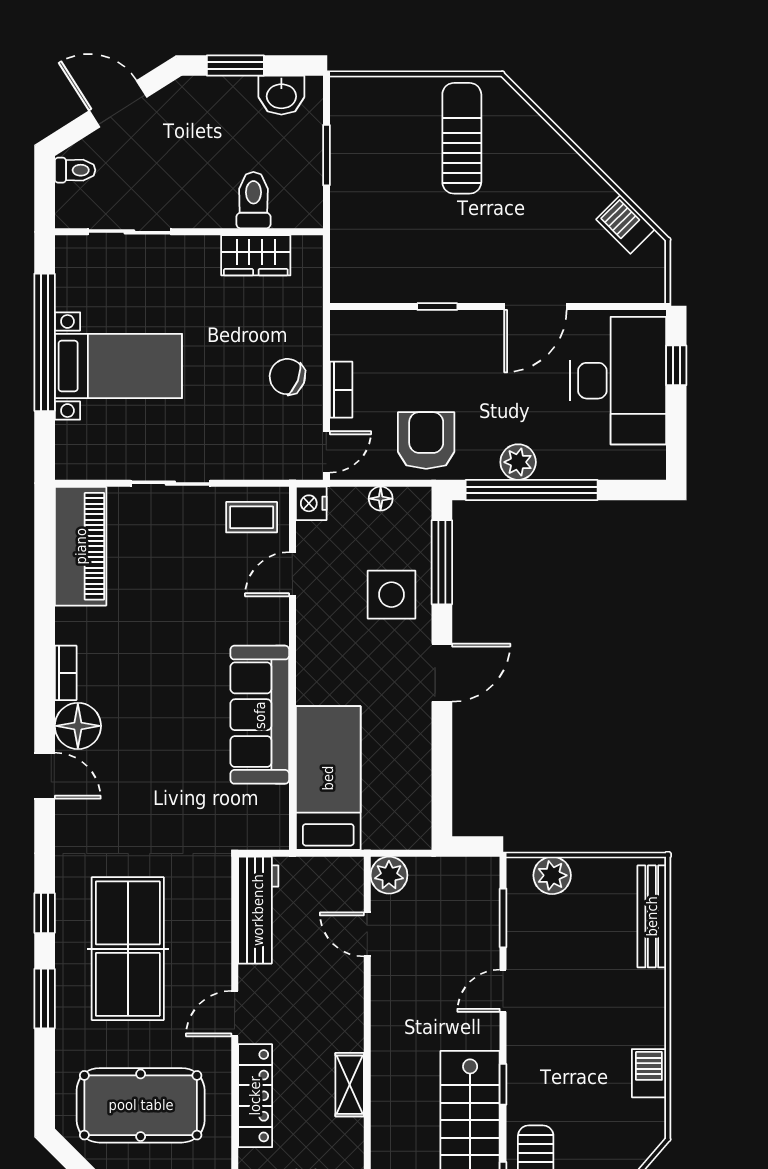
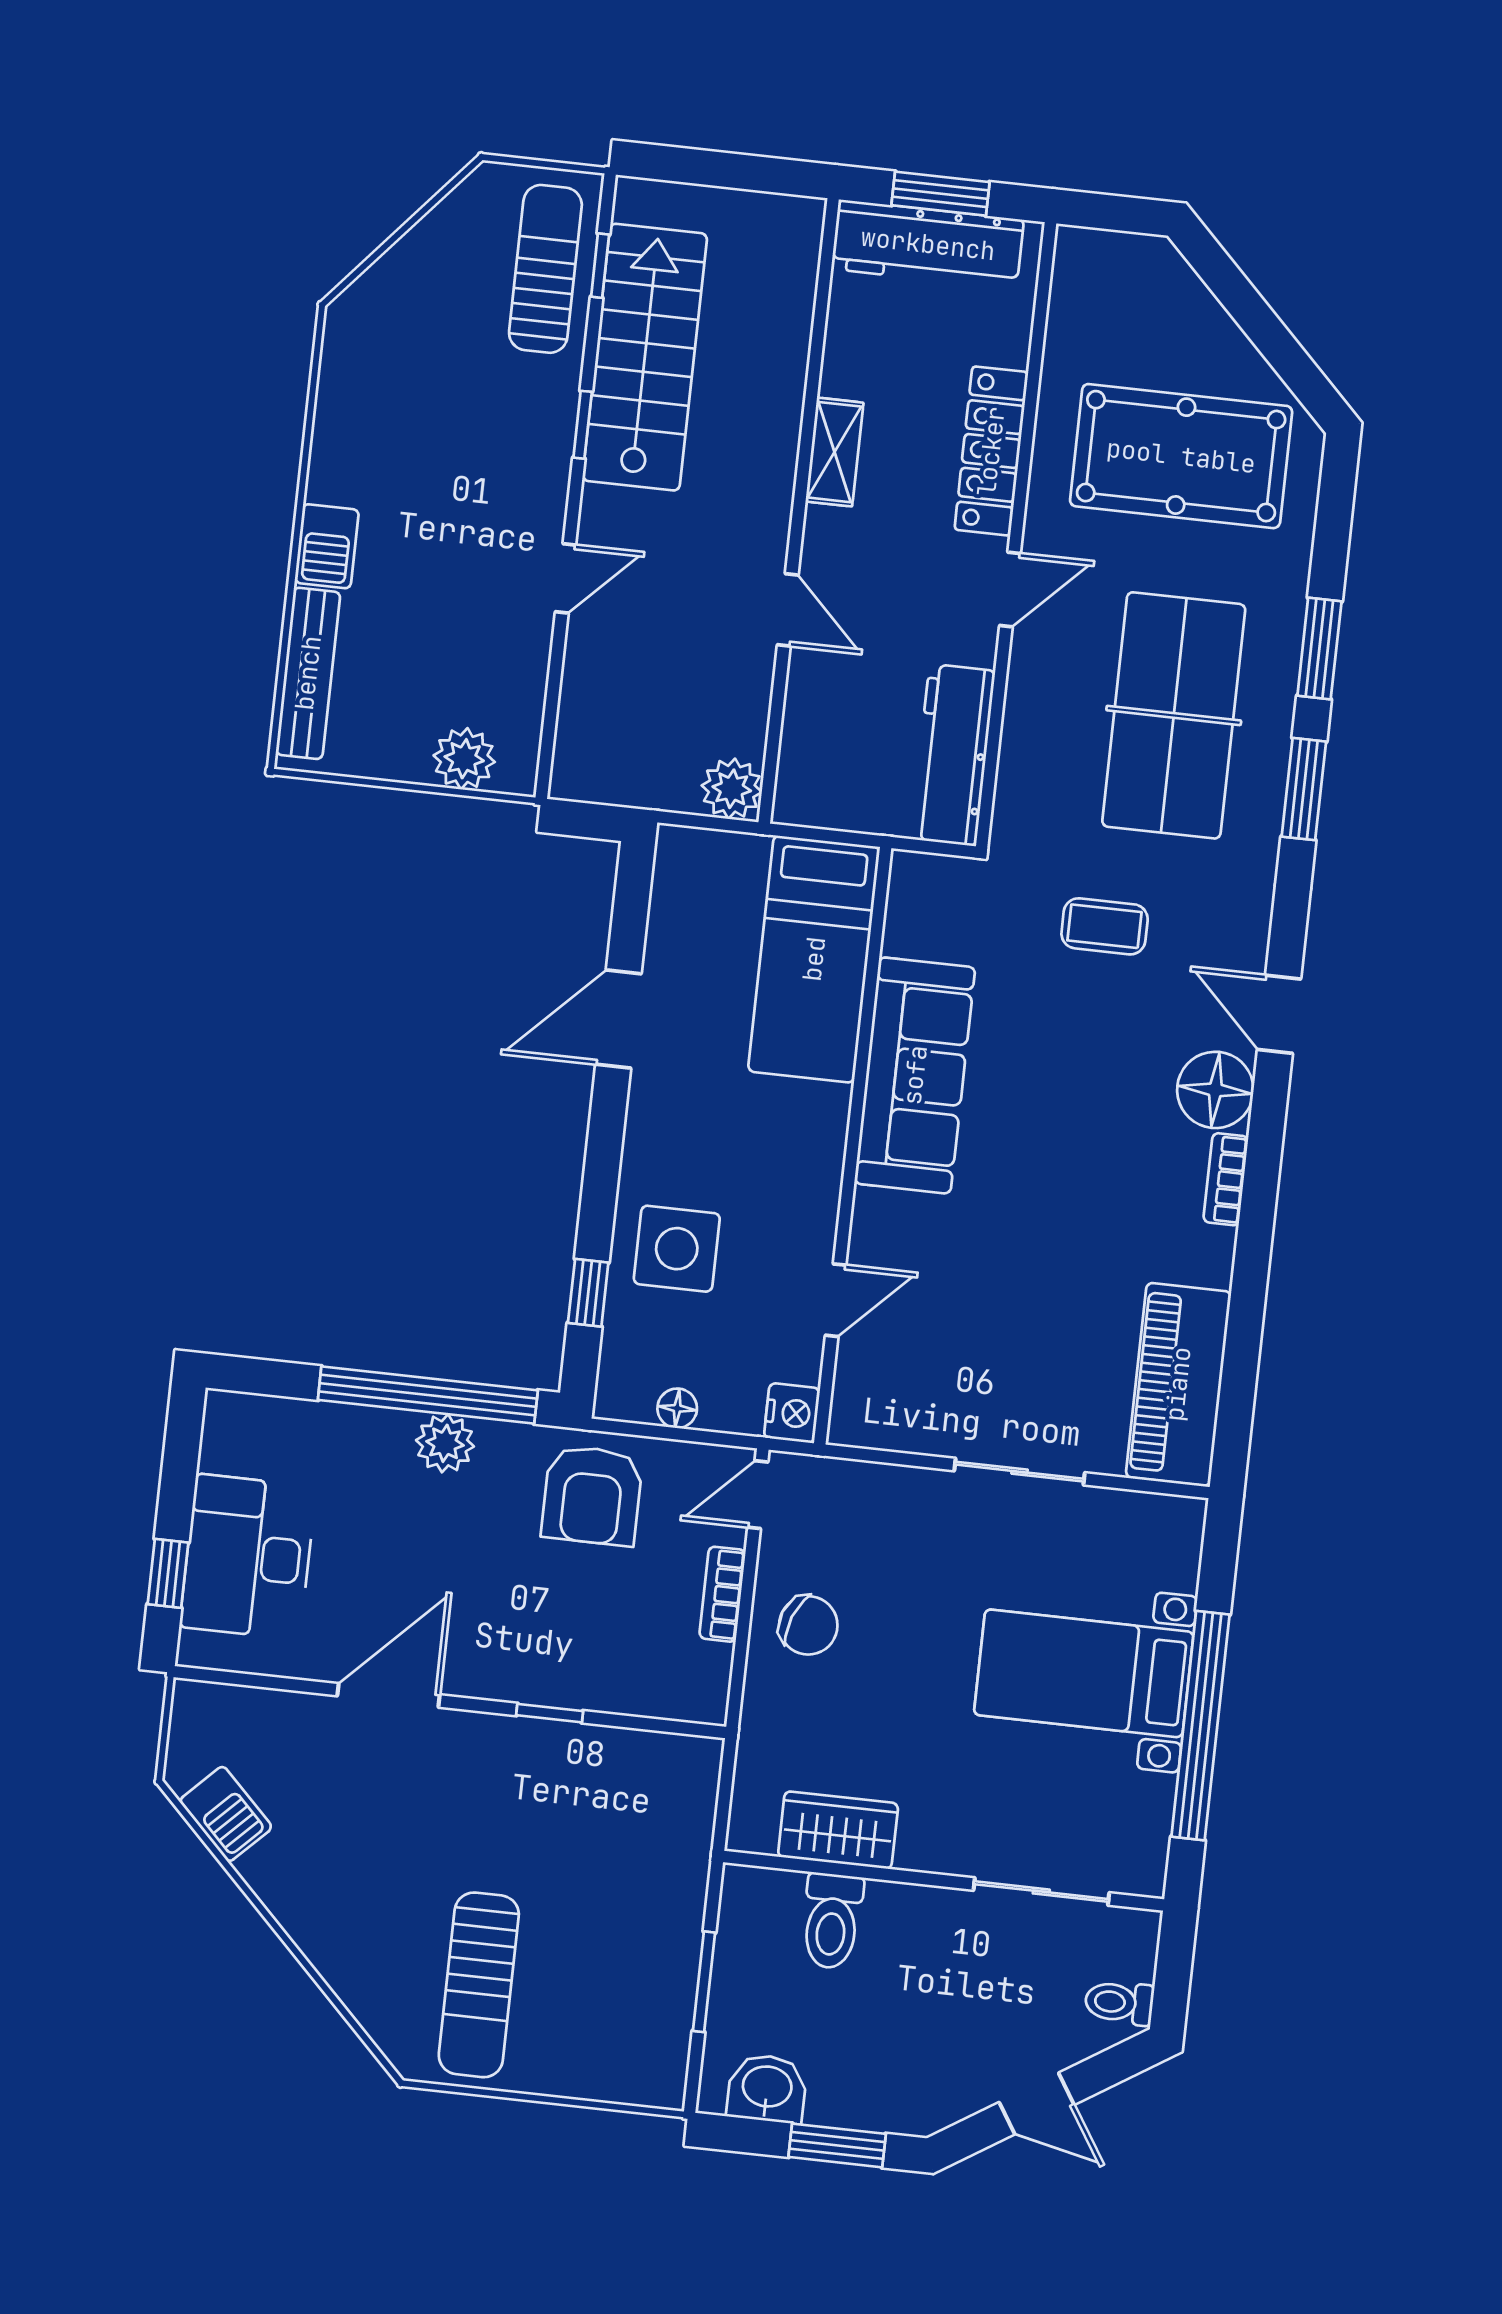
door: (118, 104) -> (1037, 2104), width x0.73
desk: (618, 381) -> (248, 1557), width x0.73, depth x0.77
coffee table: (252, 517) -> (1105, 926), moved
window: (442, 562) -> (588, 1293), width x0.46
door: (442, 673) -> (618, 1019), moved
window: (45, 913) -> (1304, 789), width x1.50
window: (503, 918) -> (552, 698), removed
door: (367, 934) -> (788, 610), moved
barbecue: (649, 1073) -> (327, 546), moved

